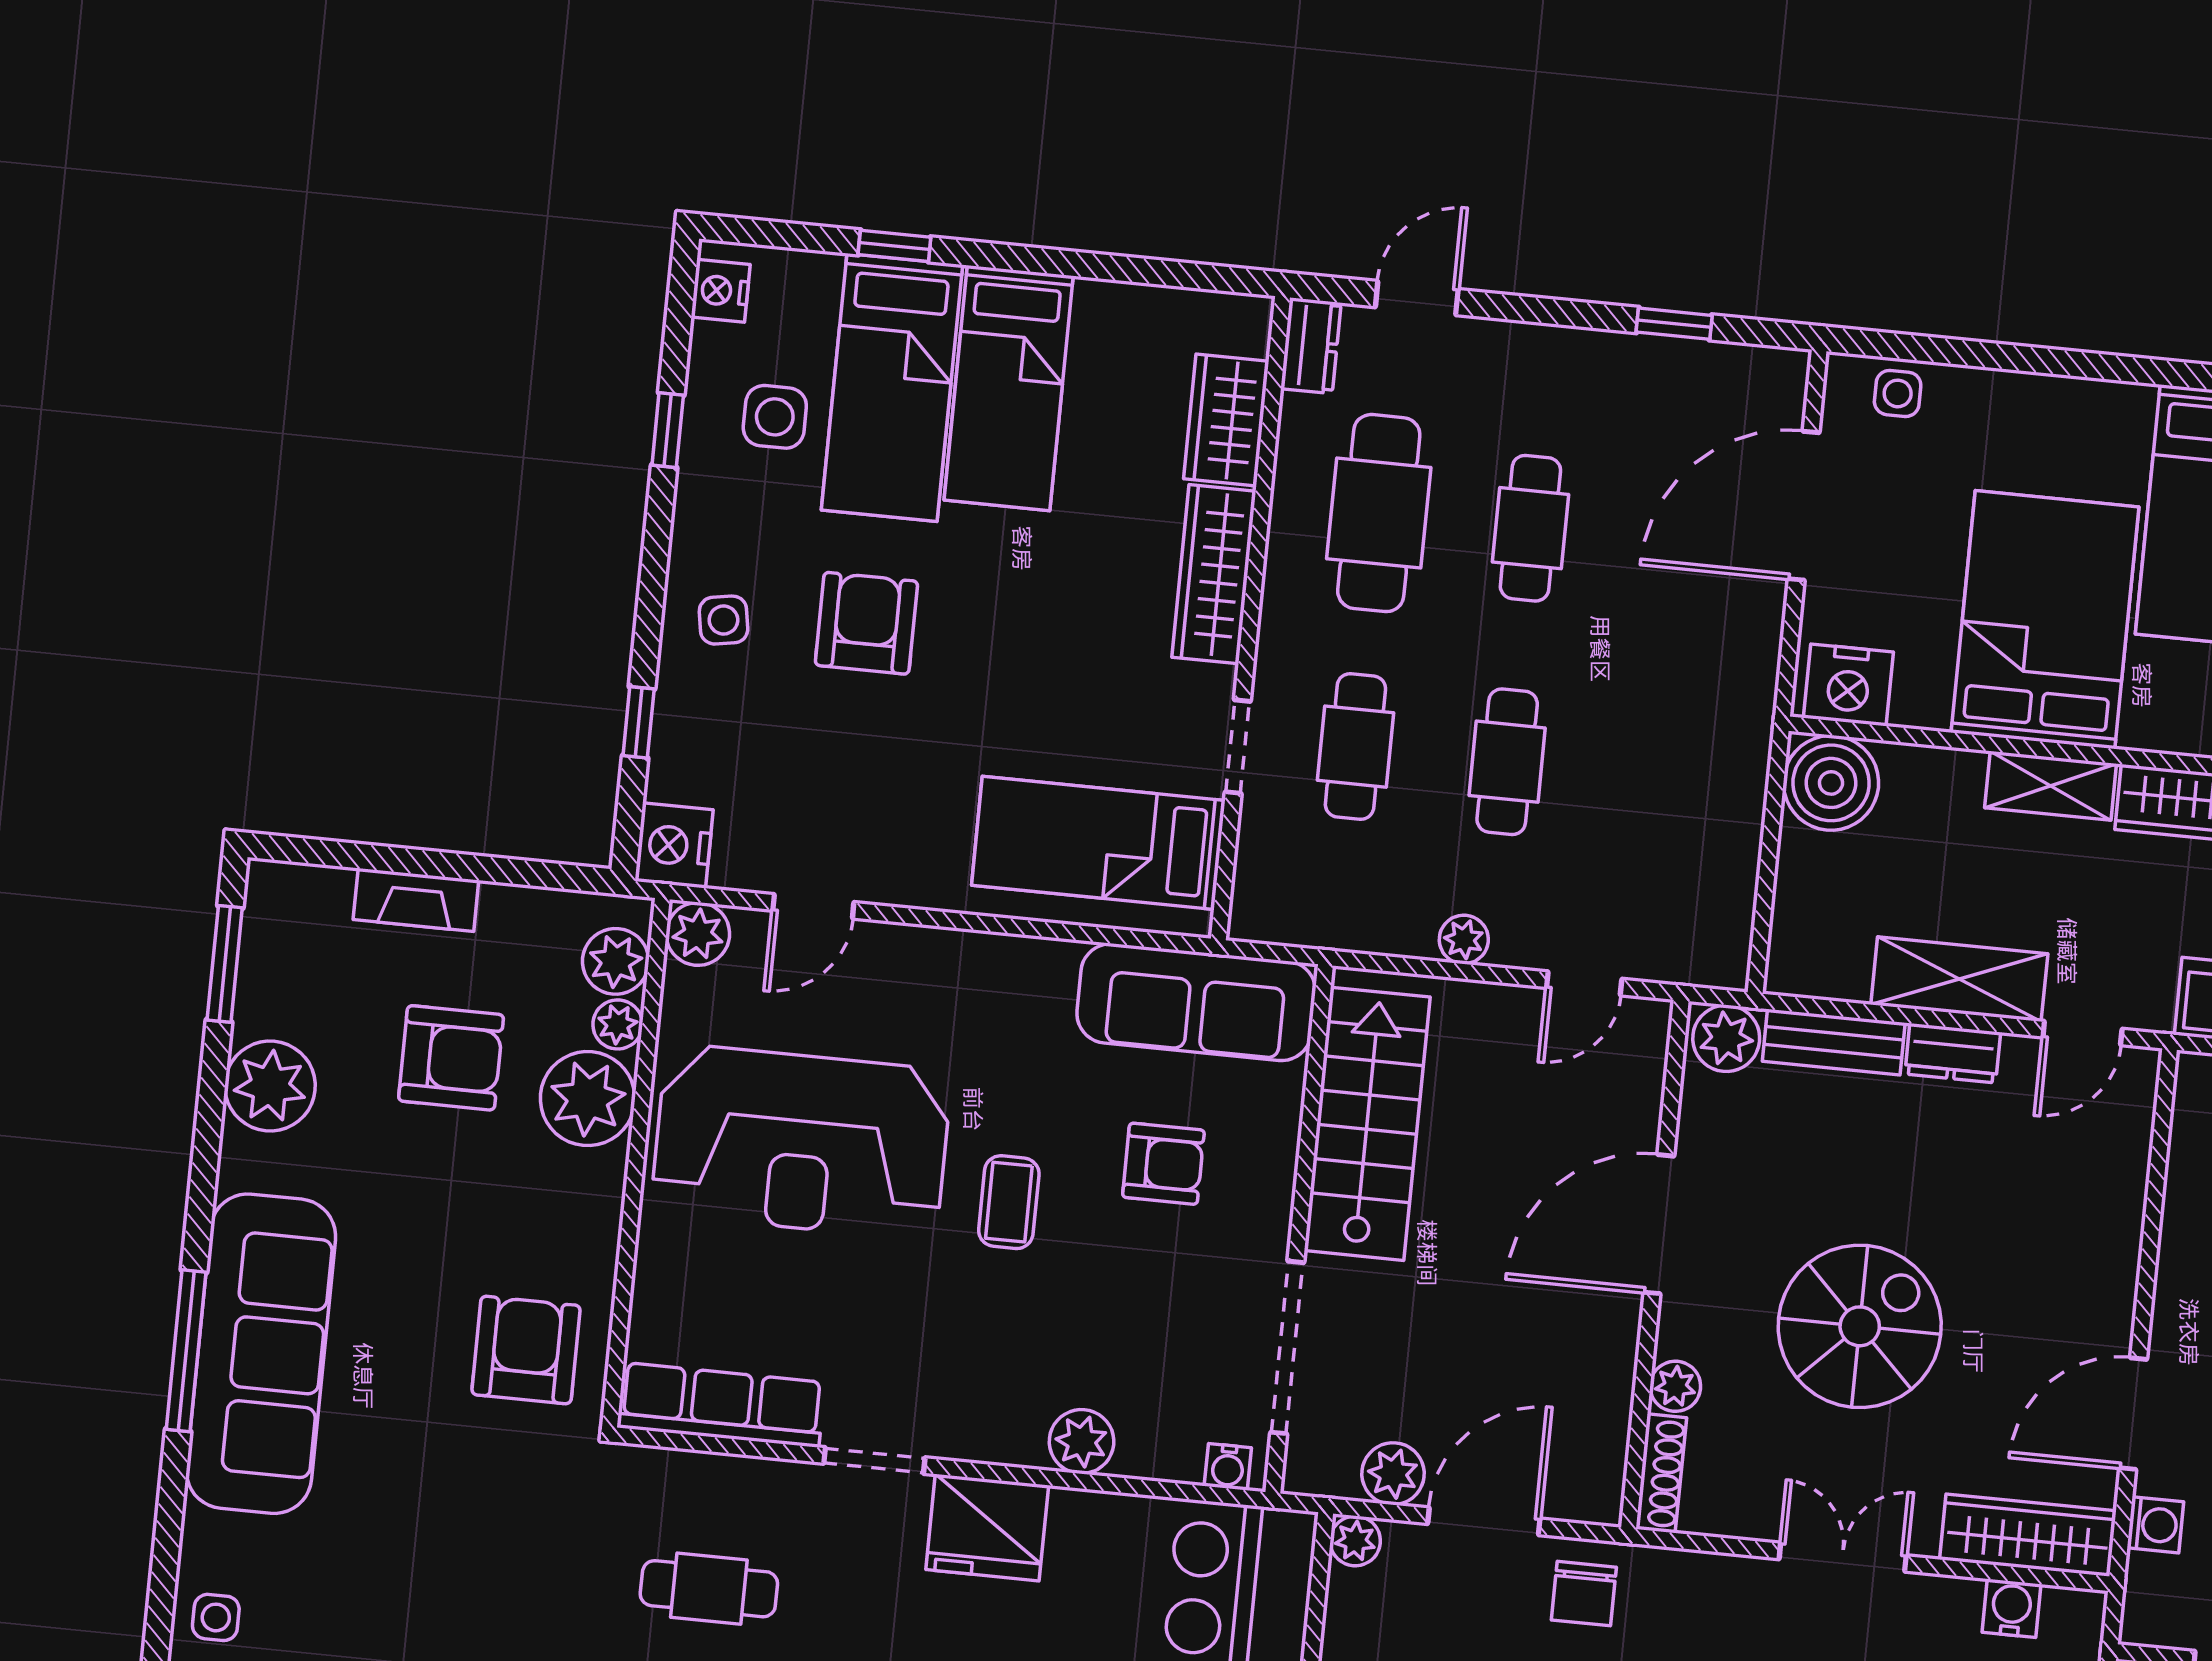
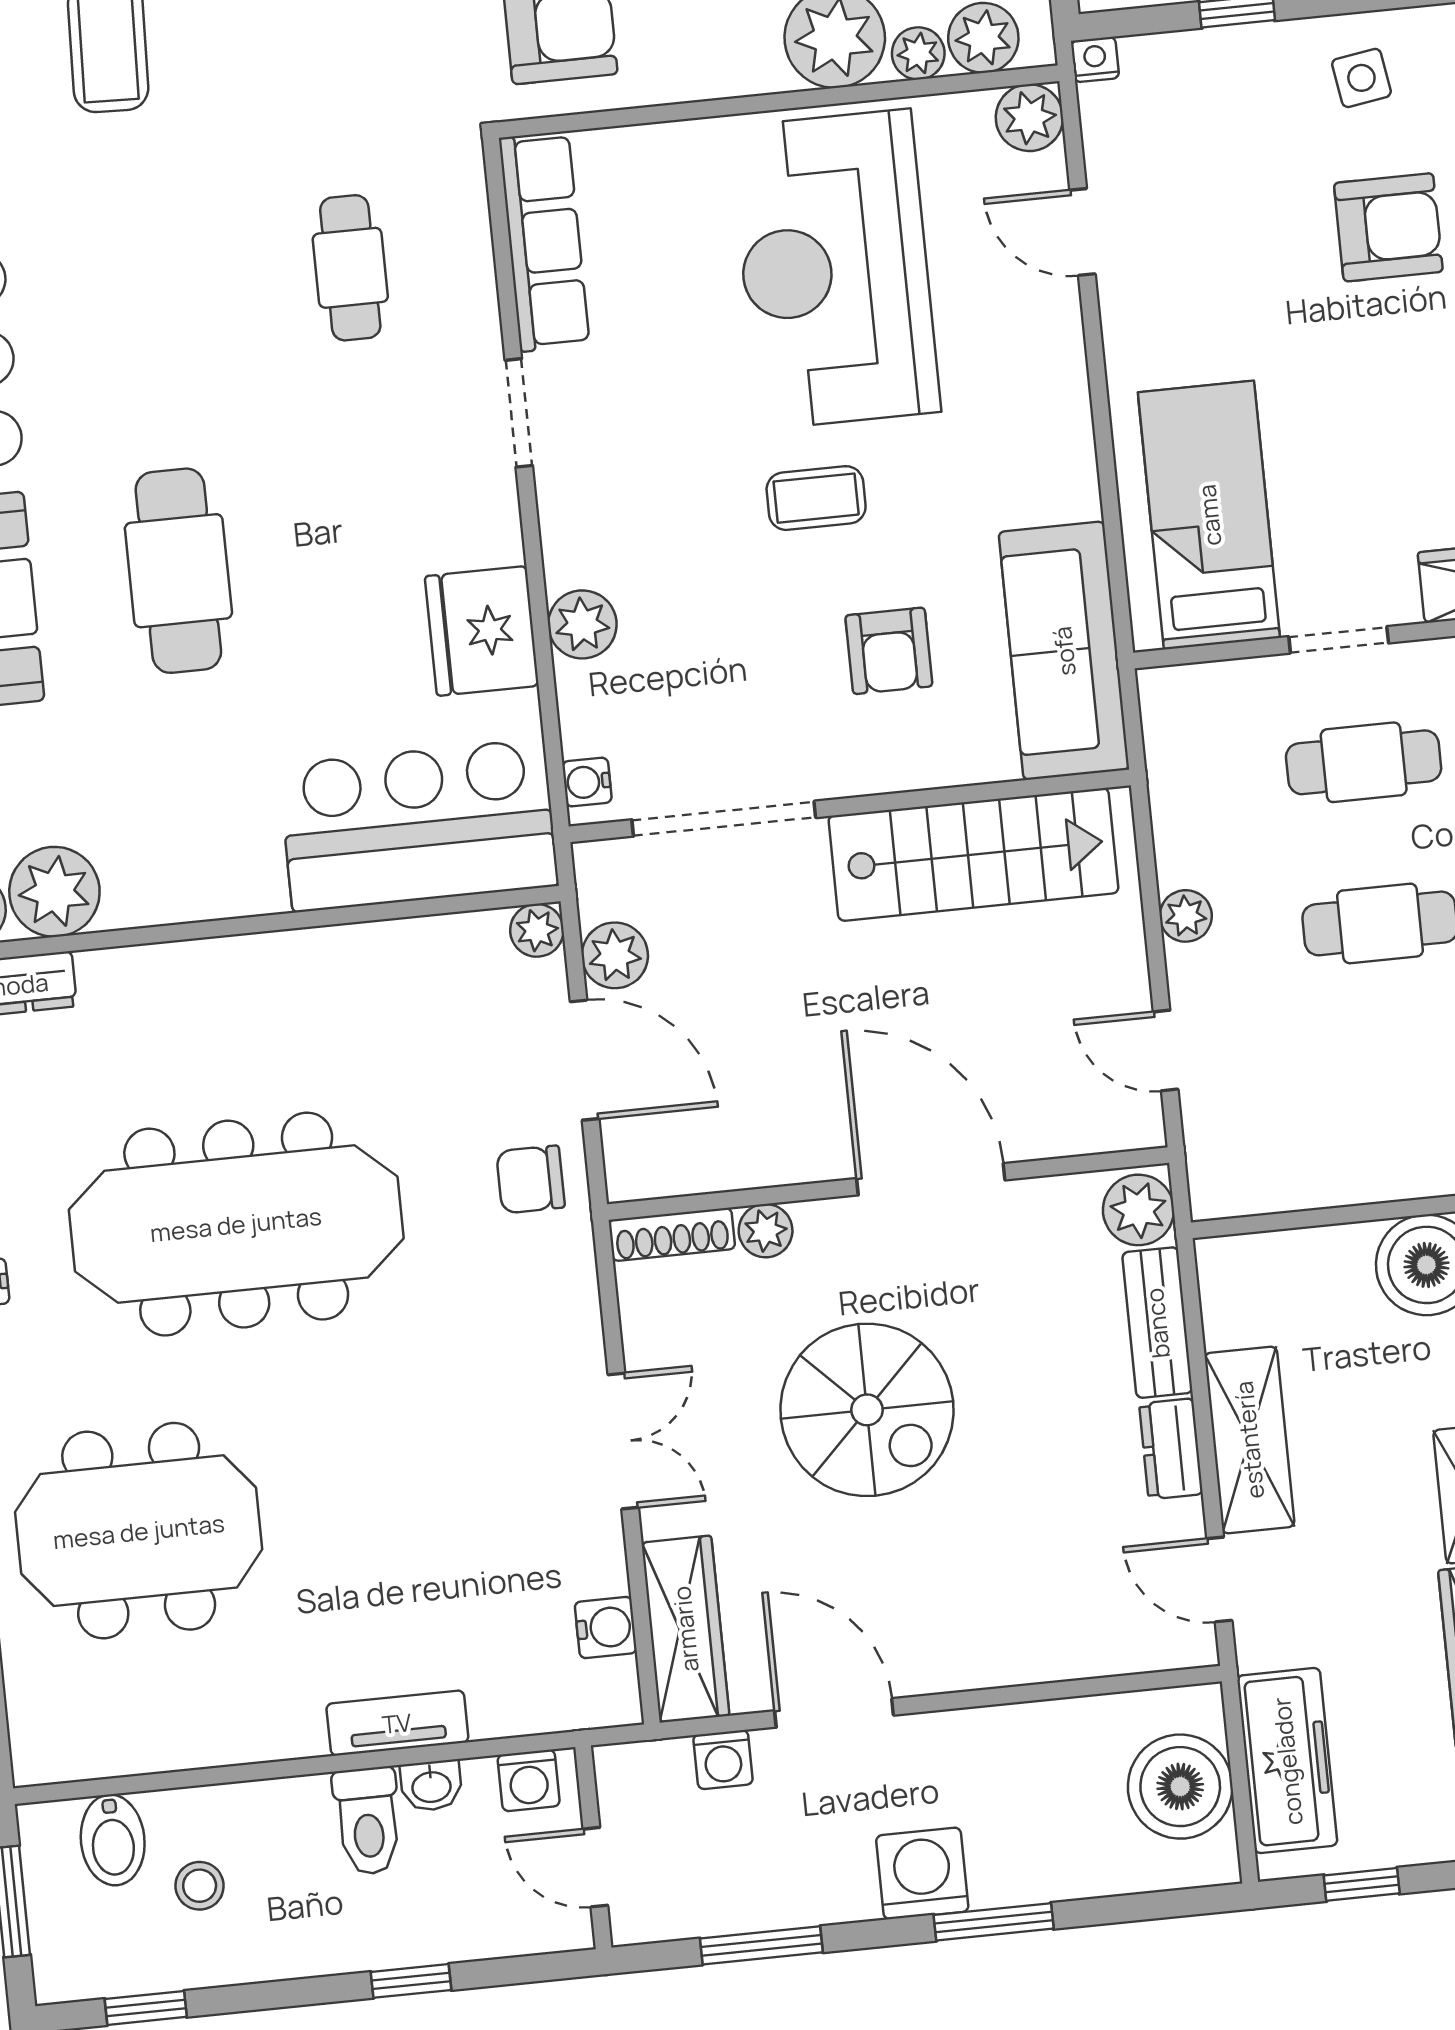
nightstand: (674, 845) -> (1095, 60), width x0.53, depth x0.56
fridge: (987, 1527) -> (482, 631), moved

